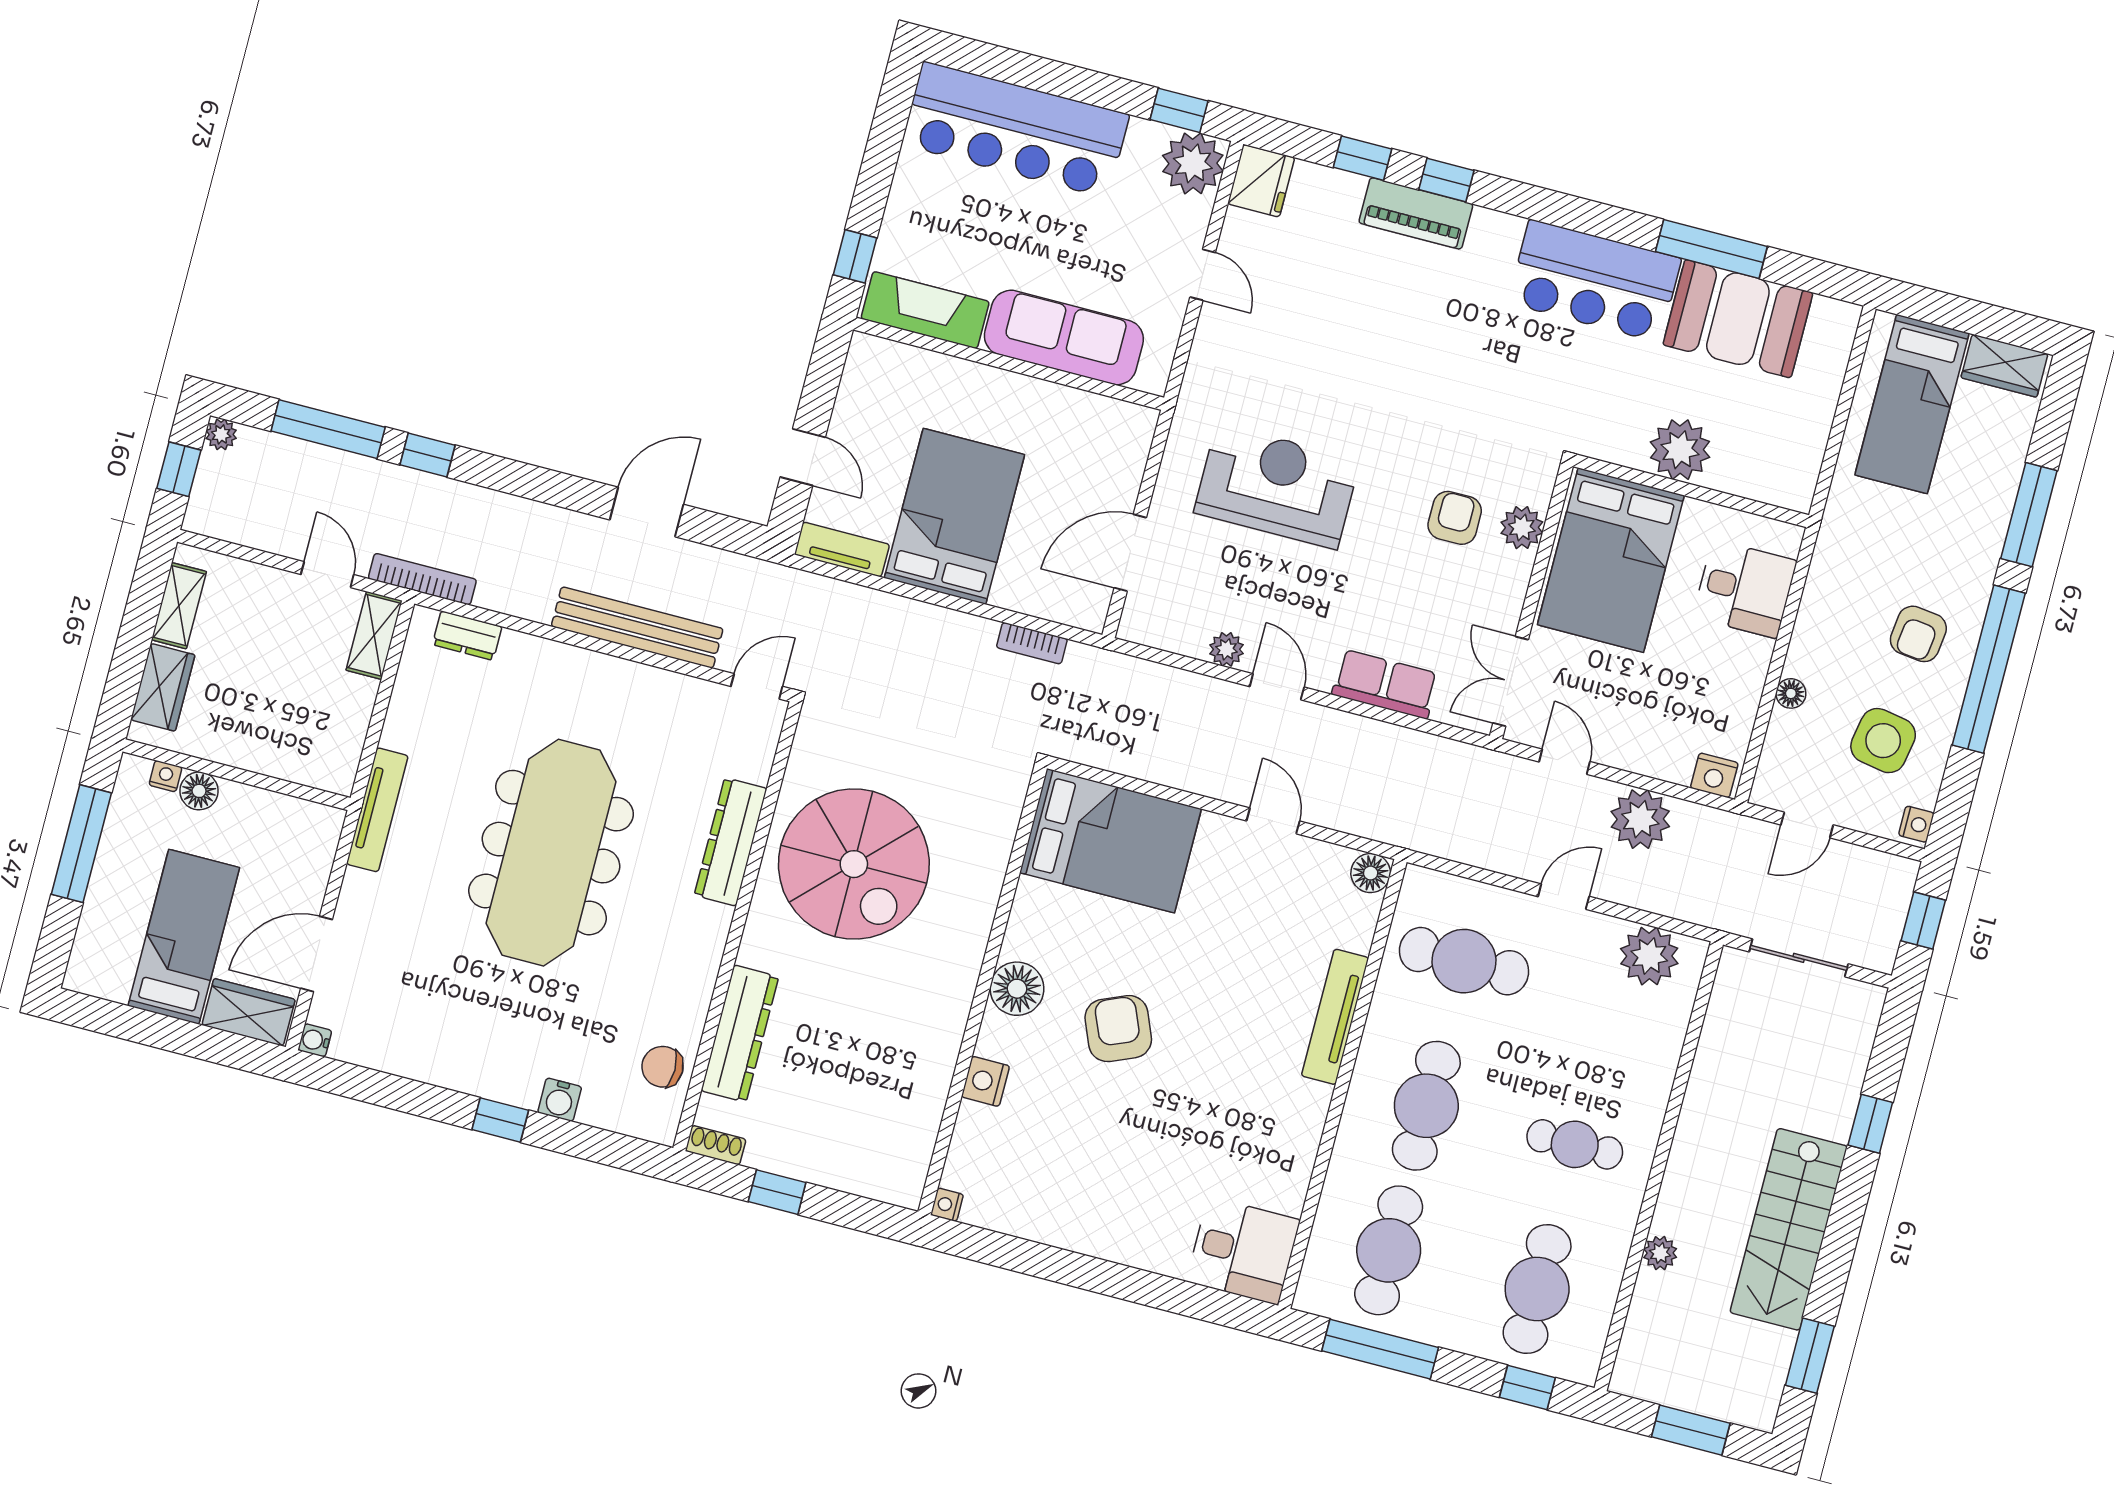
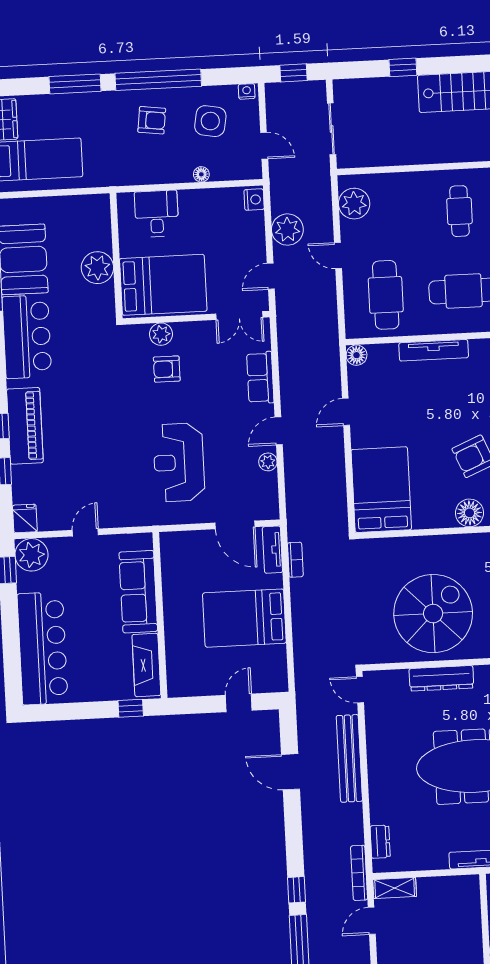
fridge: (1261, 181) -> (25, 518), width x0.72
piano: (1416, 213) -> (25, 426), width x1.37, depth x1.33
tv unit: (842, 549) -> (272, 550), moved

